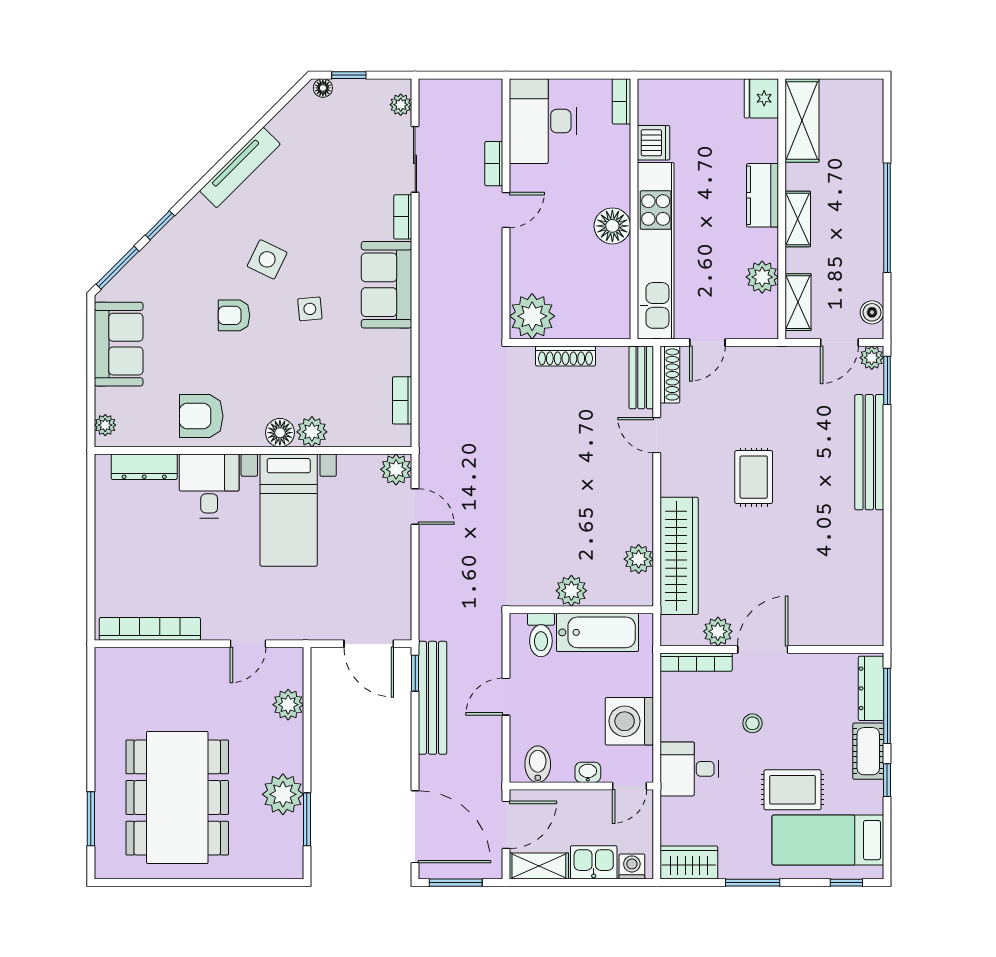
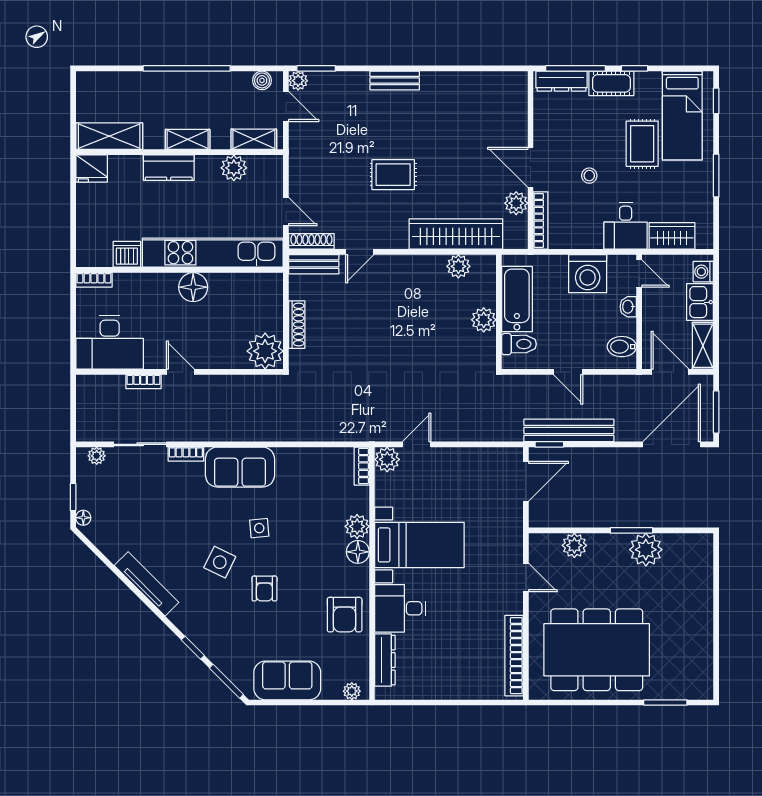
bookcase: (402, 400) -> (362, 466), moved, turned 90
bench: (869, 452) -> (395, 81), width x0.54, depth x0.82
dining table: (177, 797) -> (597, 650), moved
window: (307, 819) -> (631, 530), moved
wardrobe: (689, 863) -> (672, 236), moved, turned 90

